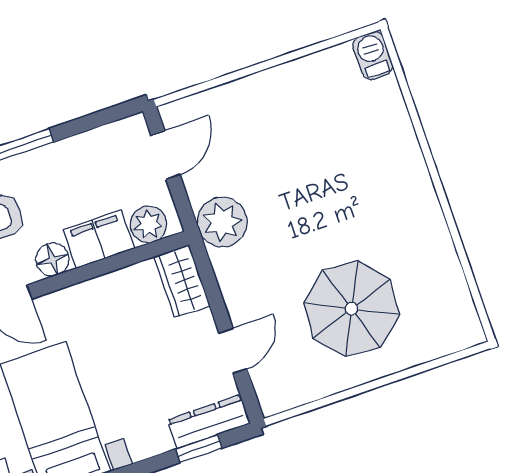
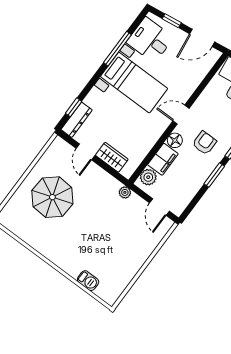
barbecue: (373, 56) -> (88, 281), moved
plant: (222, 222) -> (125, 192), width x0.53, depth x0.53
wardrobe: (182, 281) -> (112, 157), moved

